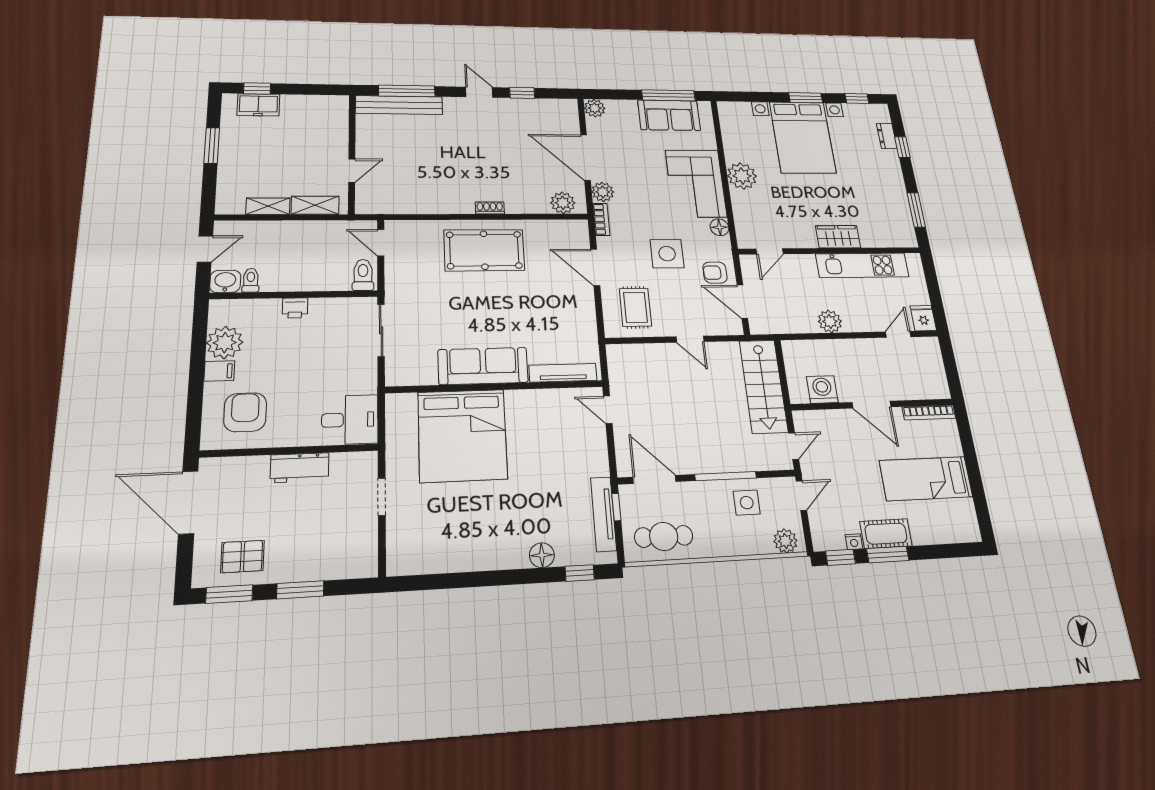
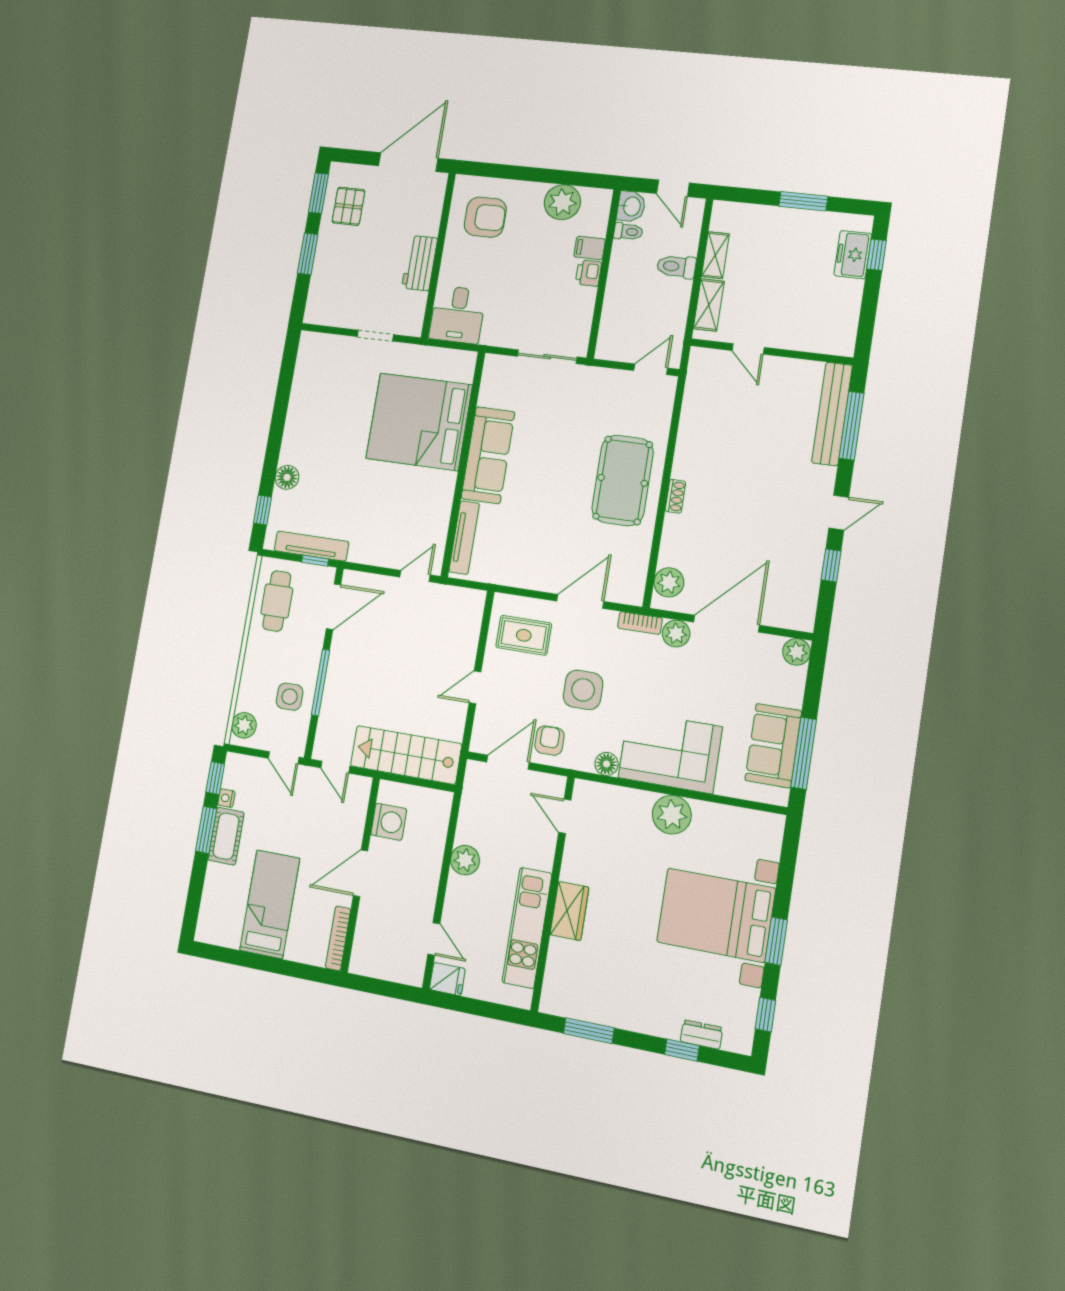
toilet: (363, 275) -> (676, 267), moved, turned 180
filing cabinet: (219, 371) -> (590, 248), moved, turned 90

